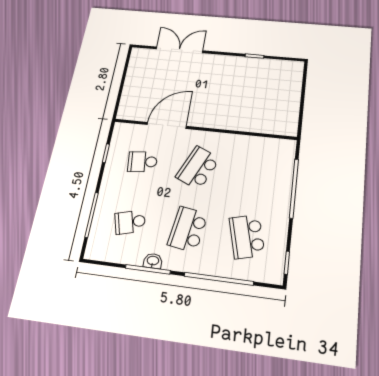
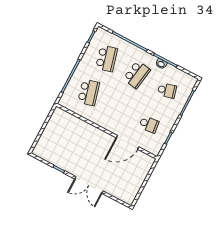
double door: (179, 50) -> (89, 185), moved
school desk: (198, 168) -> (89, 92), moved, turned -39

